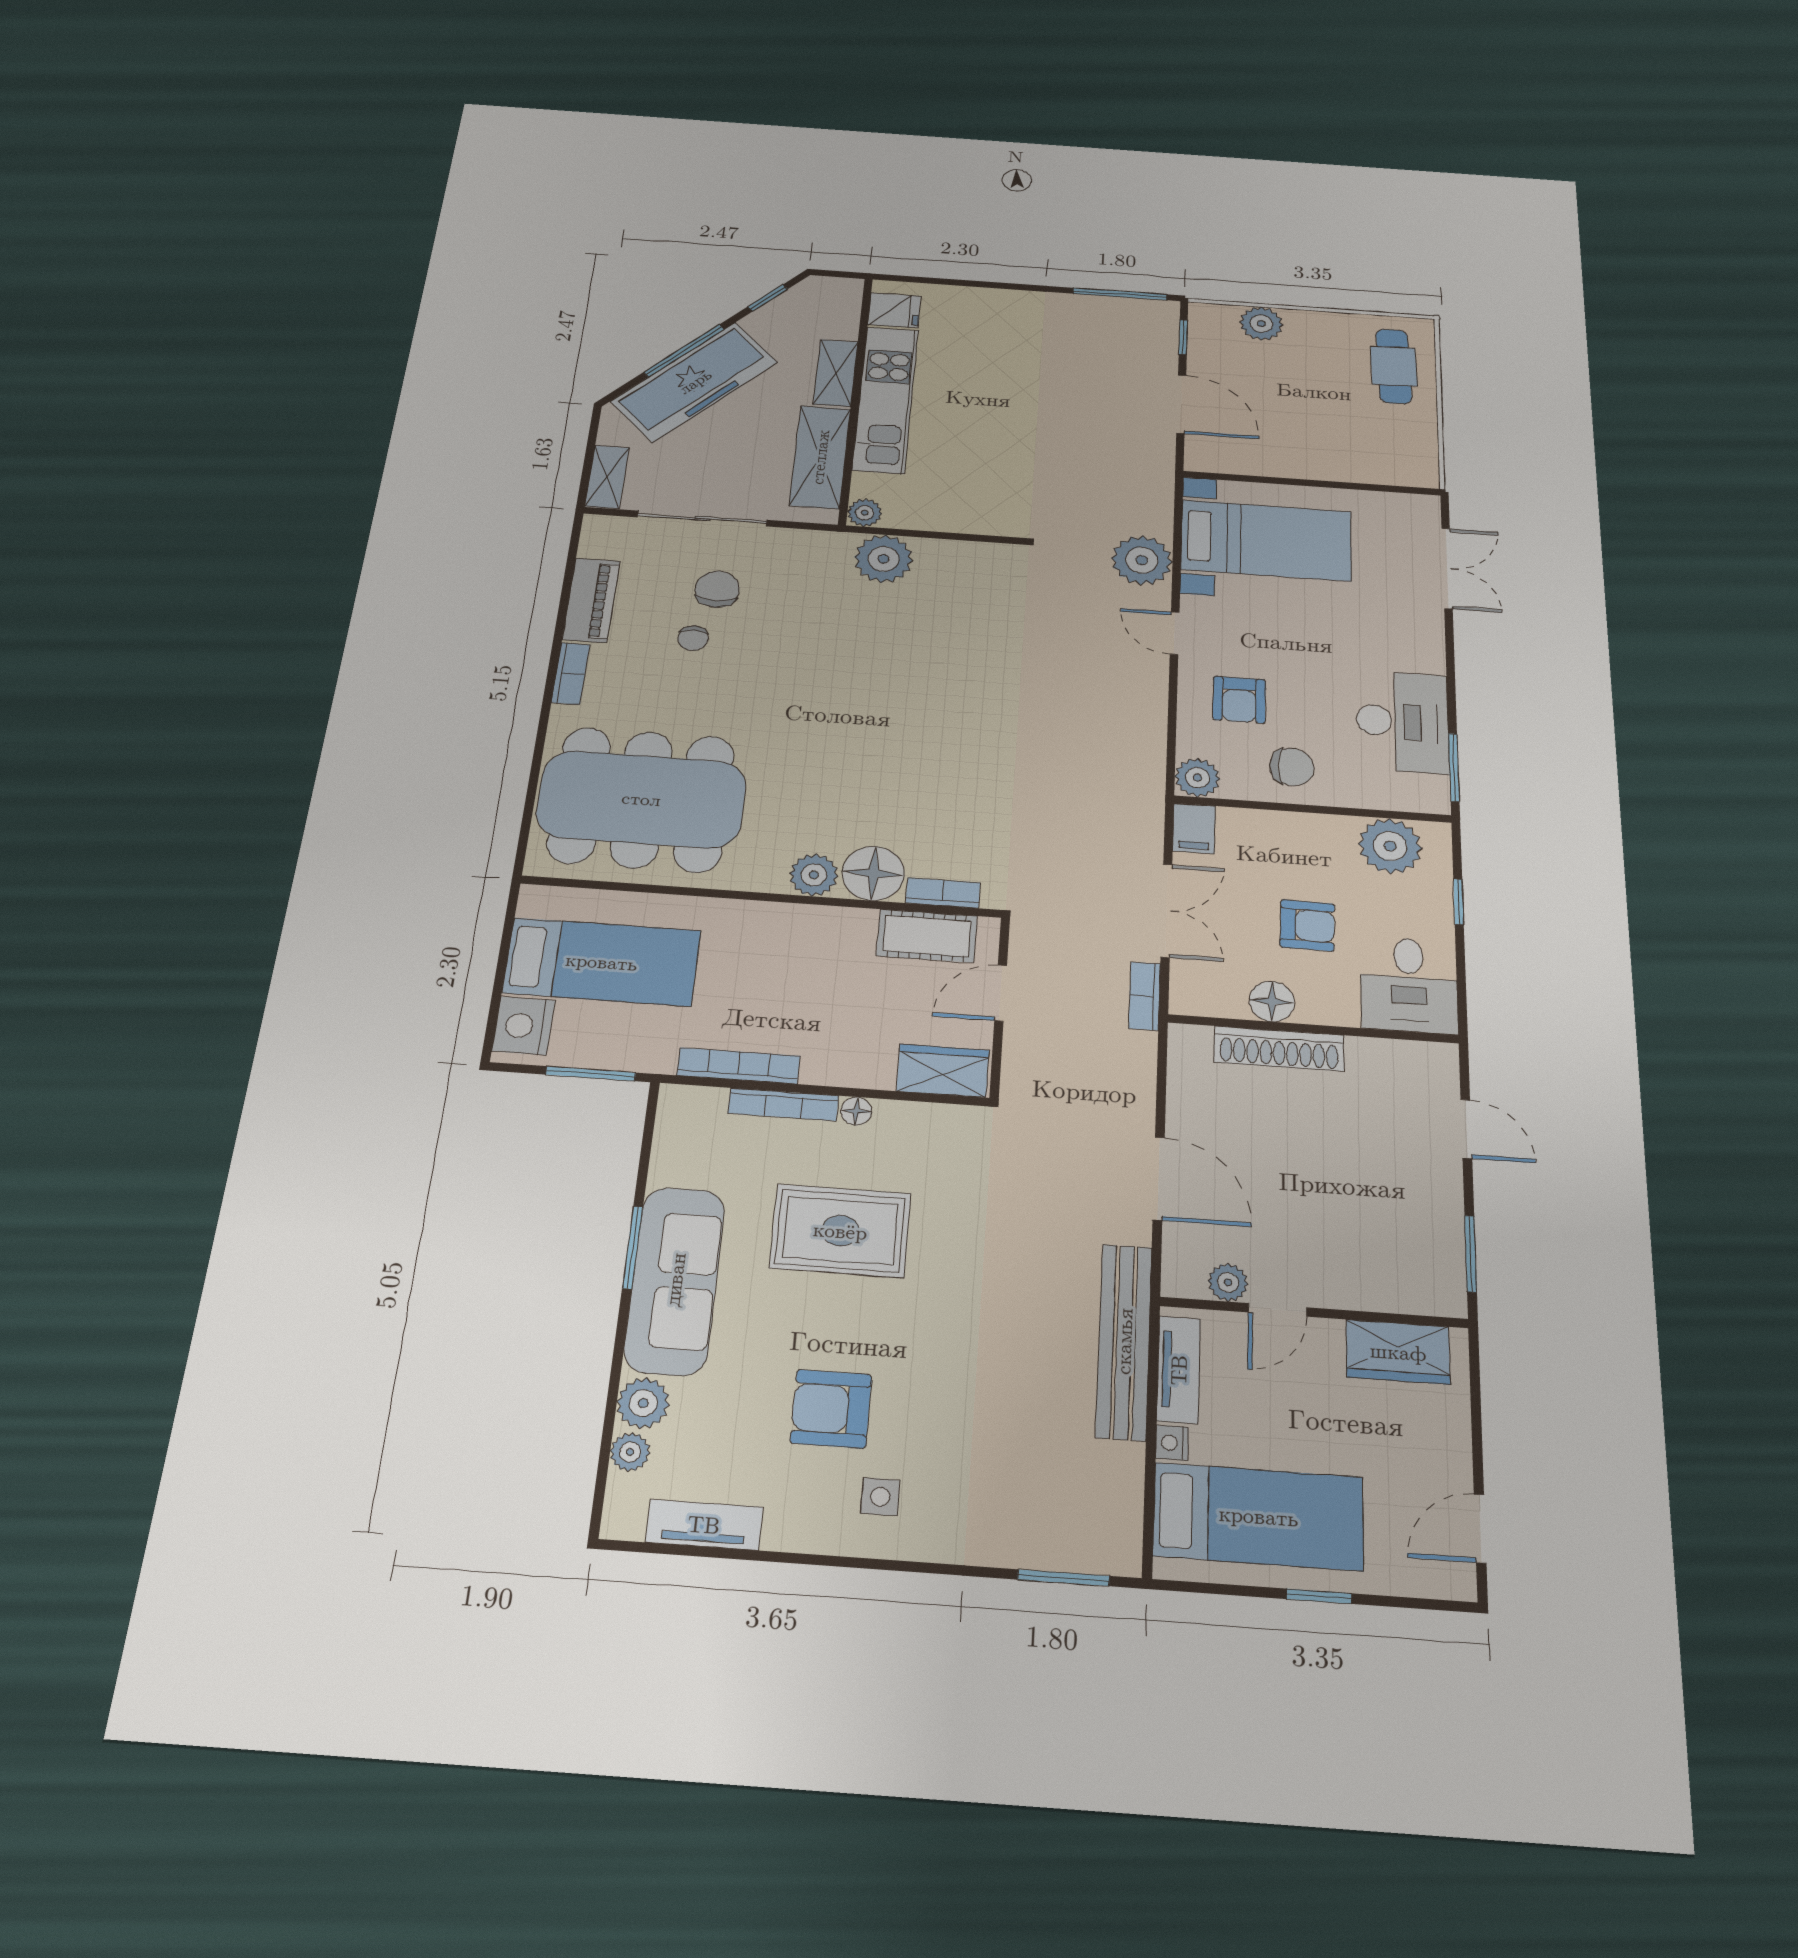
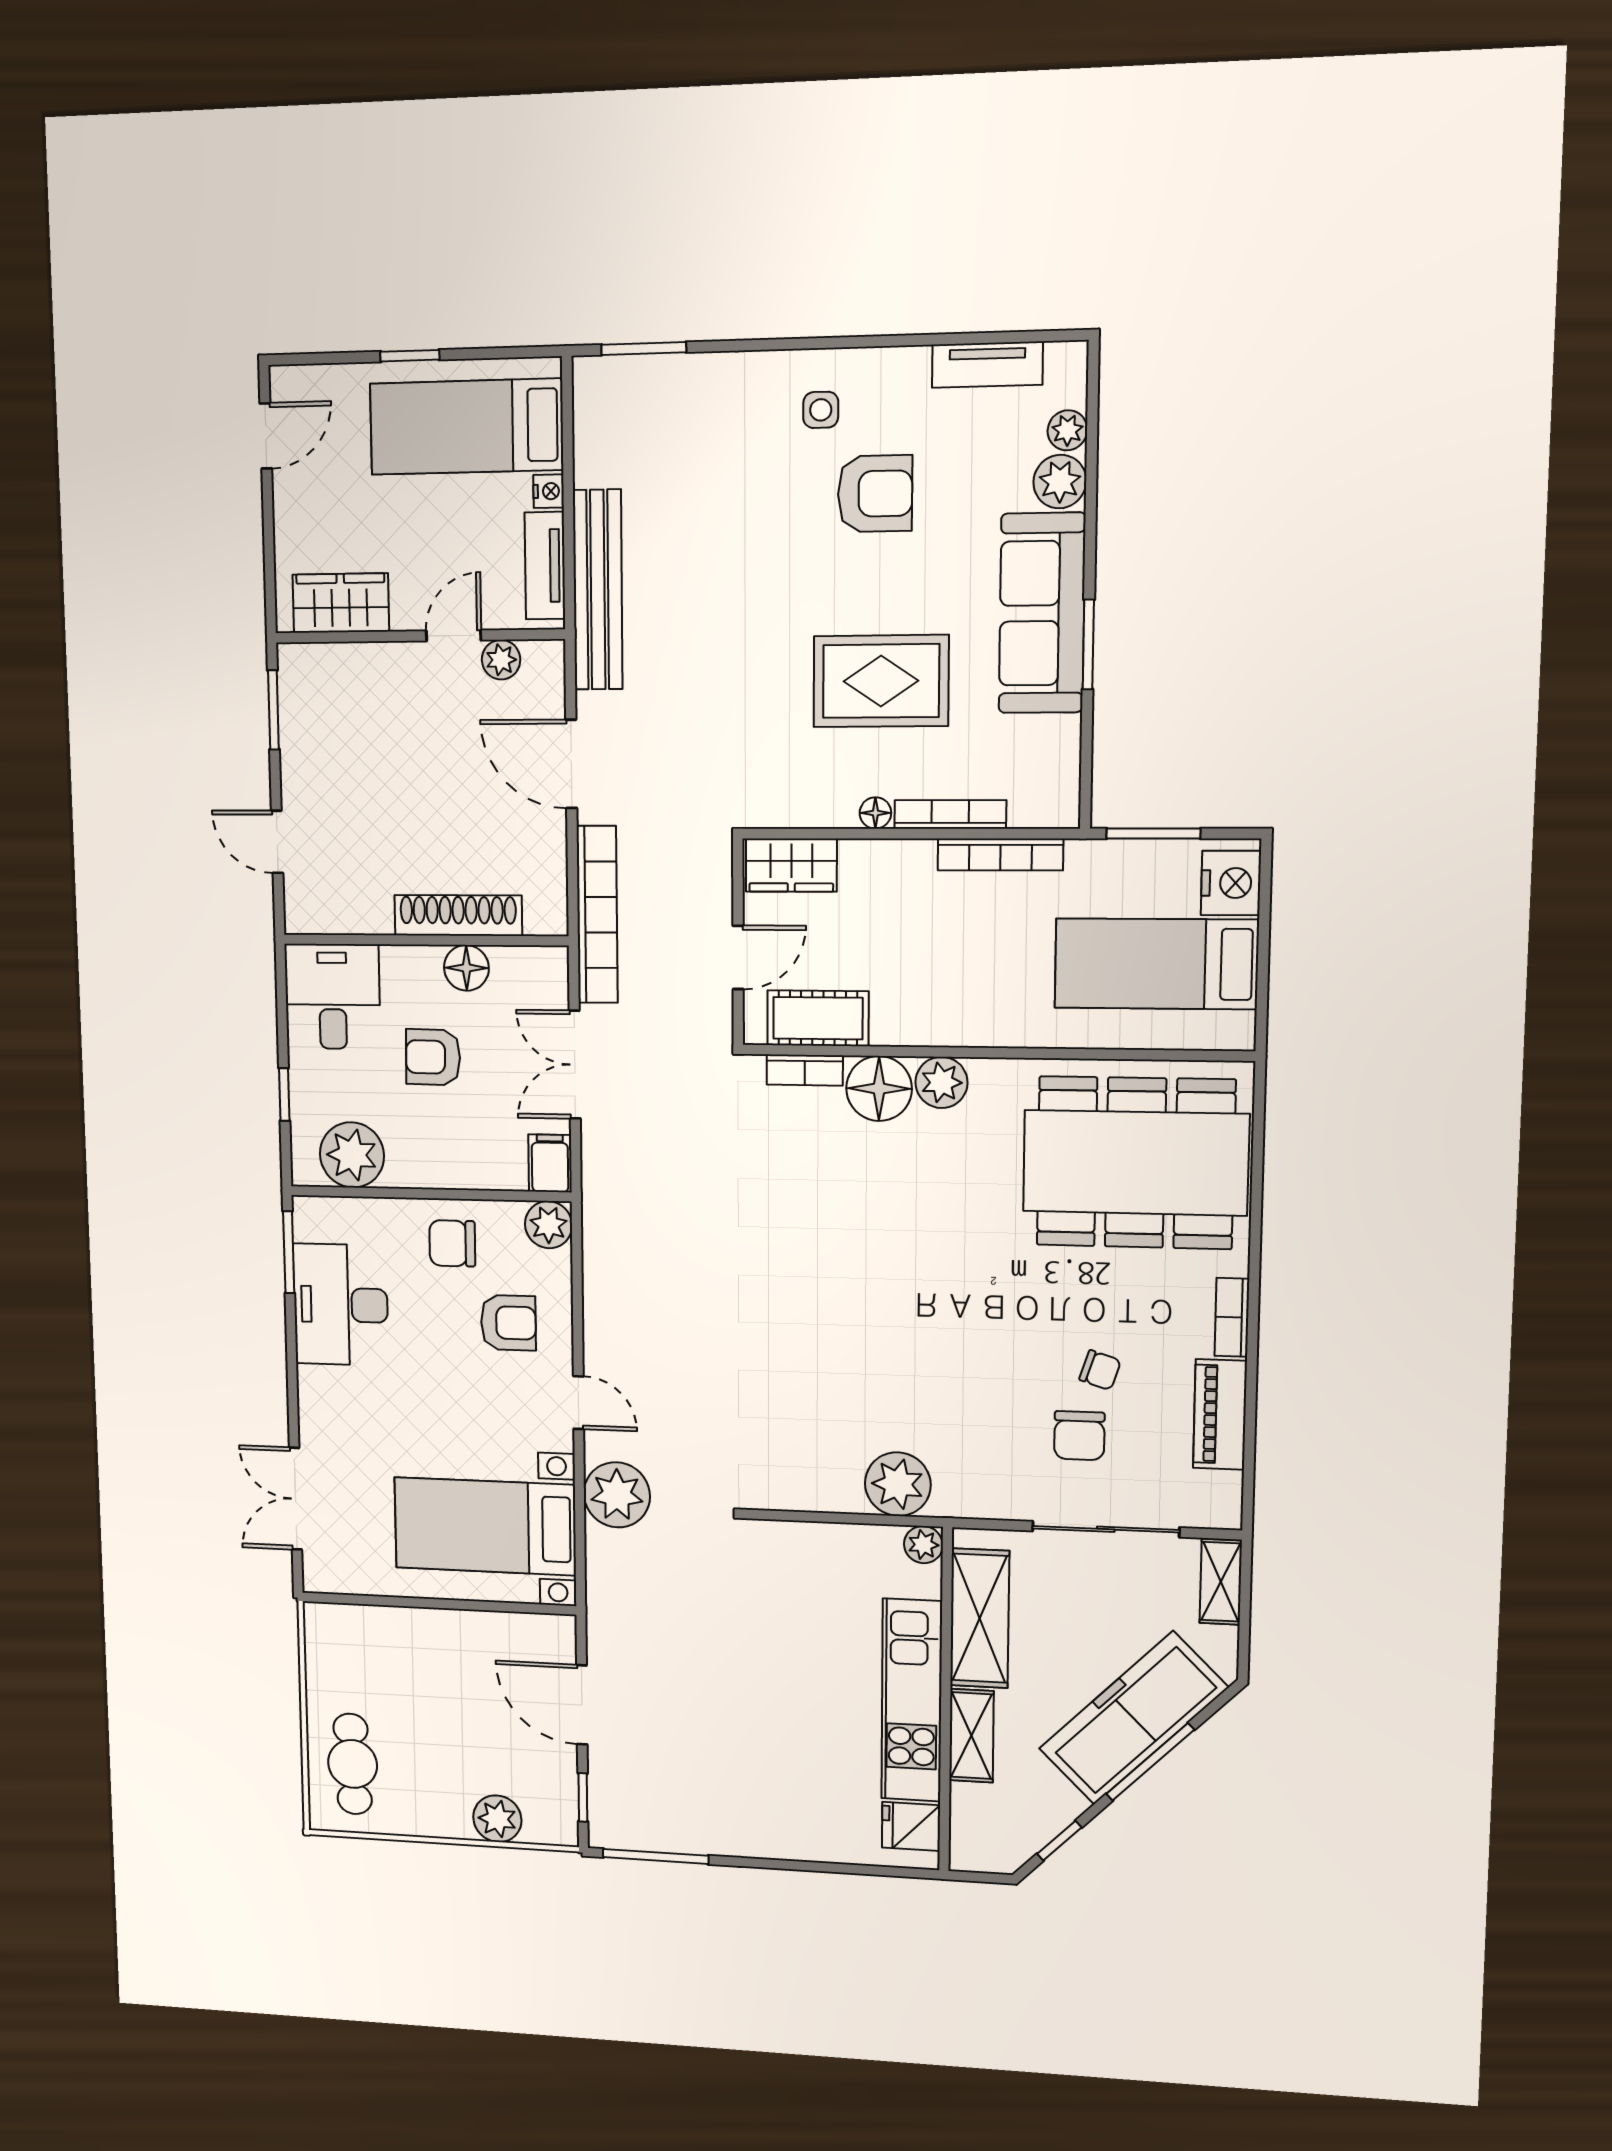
chair: (693, 638) -> (1100, 1370), turned 108
armchair: (1239, 700) -> (508, 1323), turned 90
bookcase: (1145, 996) -> (597, 915), width x2.31, depth x1.31

